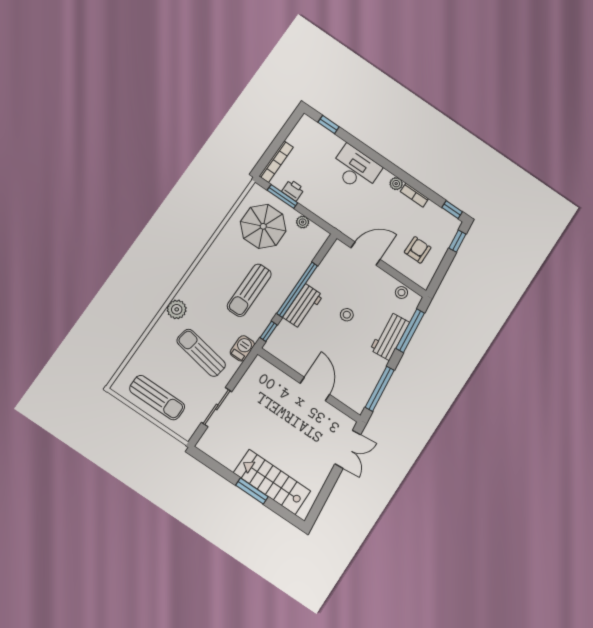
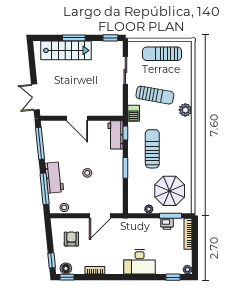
plant: (396, 184) -> (187, 270), moved
floor lamp: (447, 220) -> (66, 268), added
armchair: (418, 250) -> (71, 239), turned 180
window: (297, 290) -> (125, 168), width x0.47
workbench: (303, 306) -> (116, 135), moved
window: (207, 461) -> (110, 38), added

